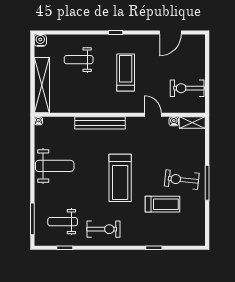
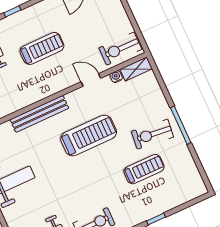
treadmill: (126, 72) -> (42, 48), turned 90
exercise bike: (187, 88) -> (120, 49), moved
treadmill: (120, 178) -> (89, 136), moved, turned -90

